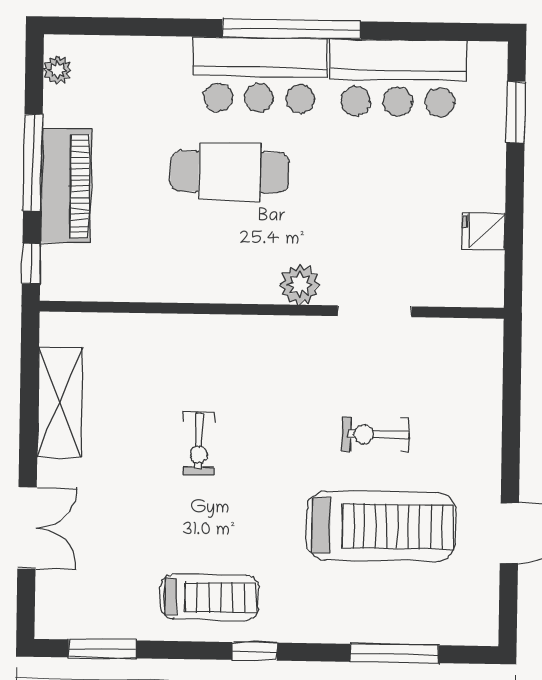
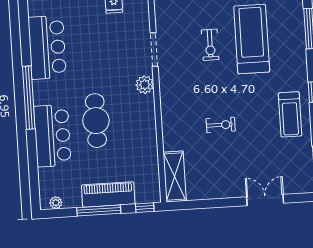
bar counter: (260, 75) -> (52, 136), moved
shelving: (60, 403) -> (175, 176), moved, turned 90
treadmill: (210, 597) -> (290, 114), turned 180

